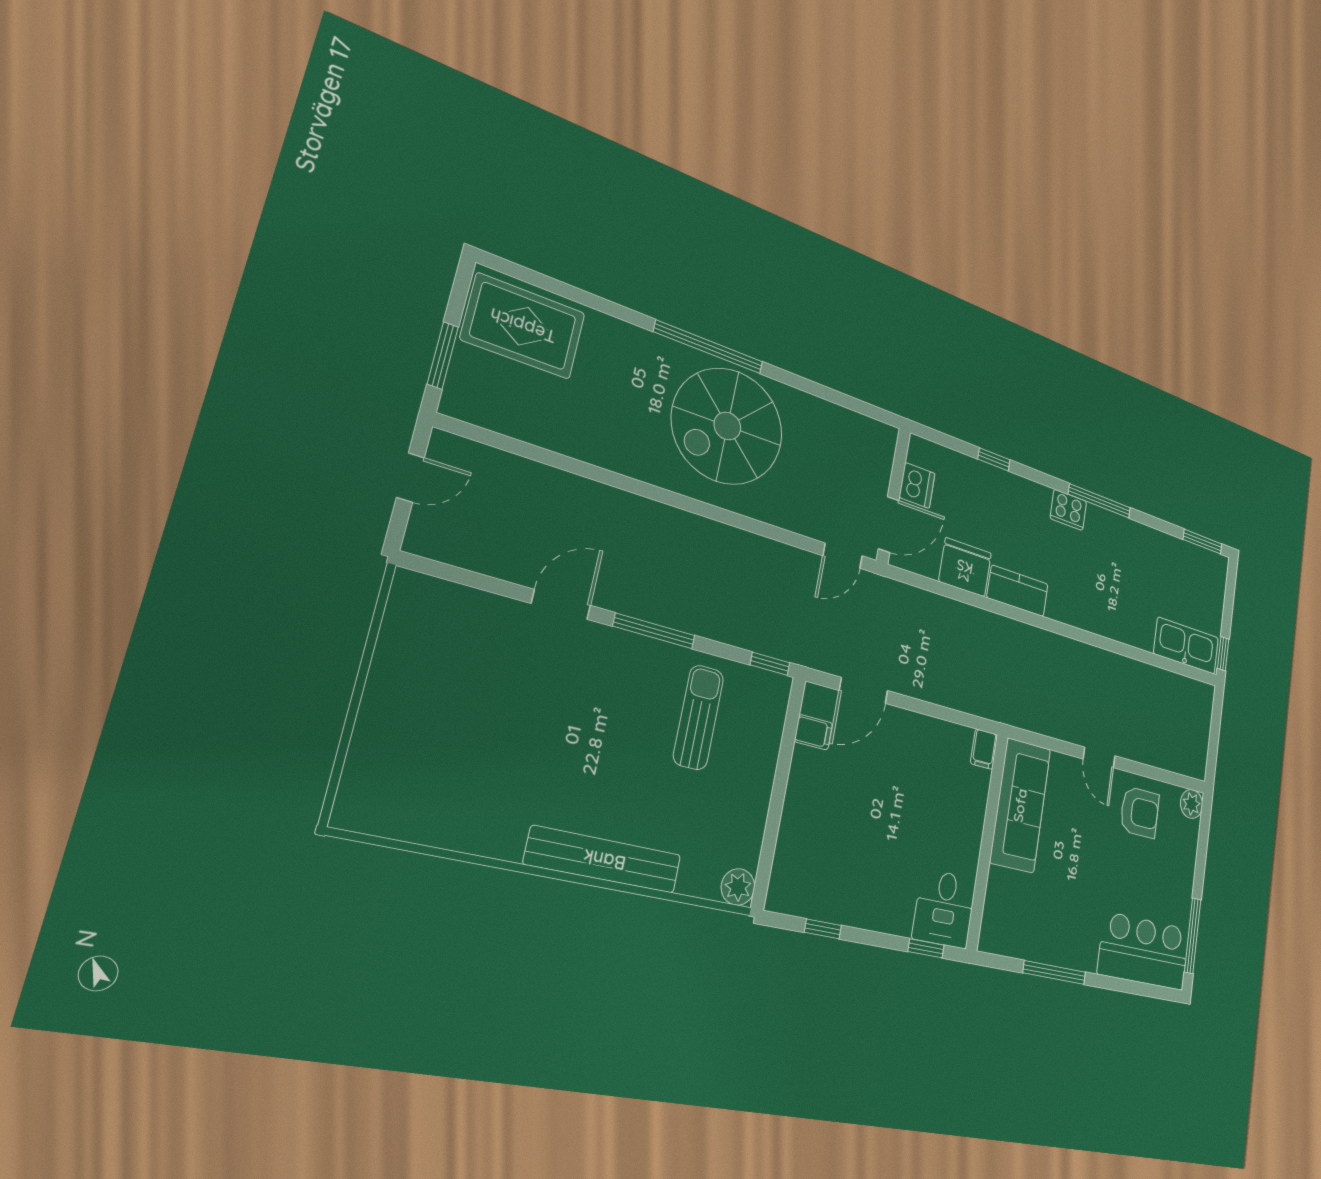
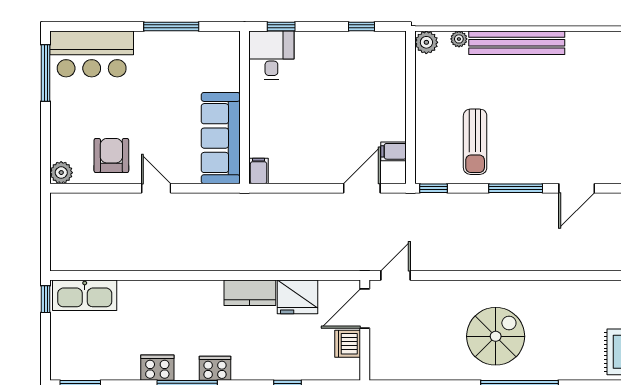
spiral stairs: (727, 426) -> (496, 336), width x0.73, depth x0.73
cooker: (1127, 533) -> (157, 368), added
armchair: (1140, 812) -> (111, 156), turned 90
plant: (690, 883) -> (459, 39), added

